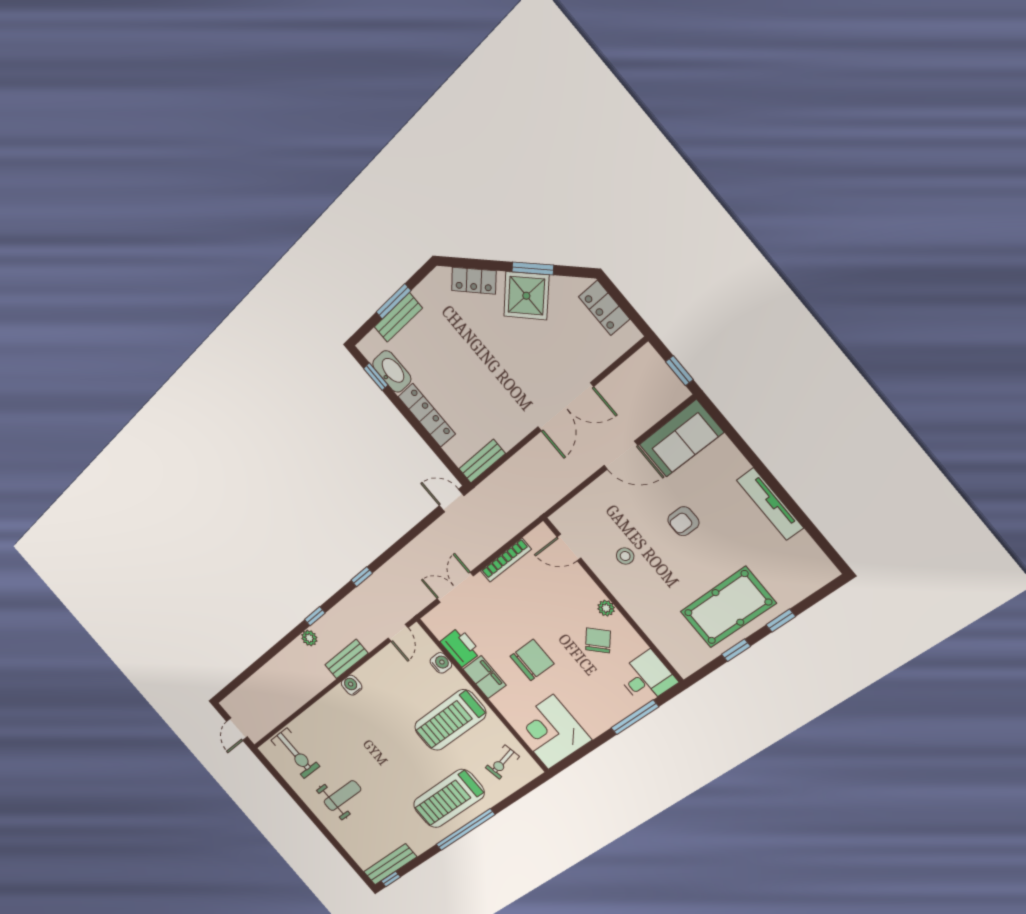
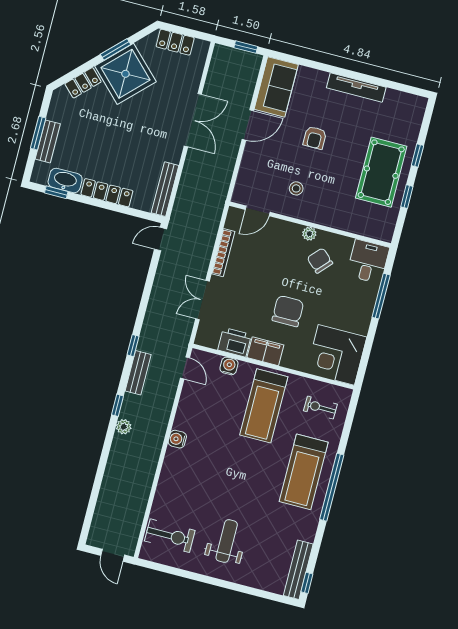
shower: (526, 296) -> (125, 74), width x1.37, depth x1.37
bench: (482, 461) -> (165, 189), width x1.36
bench: (346, 659) -> (138, 373), moved
exercise bike: (502, 762) -> (320, 408), turned 103

